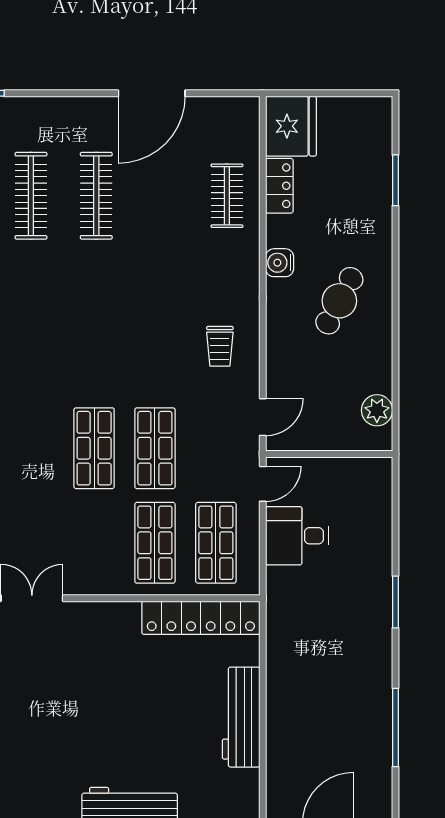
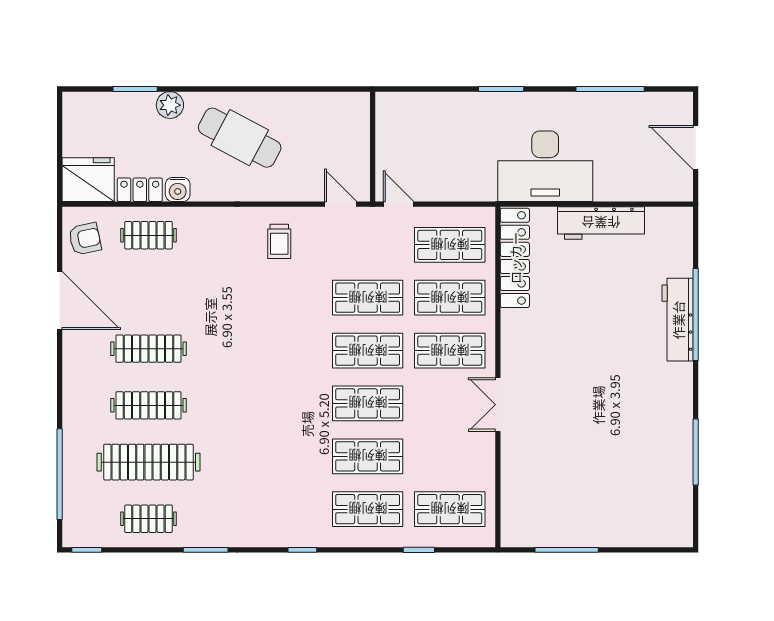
armchair: (223, 122) -> (85, 239), added
water cooler: (280, 263) -> (178, 190), moved
cafe table: (339, 301) -> (240, 138), width x1.37, depth x1.35
trolley: (220, 346) -> (279, 241), turned 90
plant: (377, 410) -> (170, 105), moved
shop shelf: (33, 448) -> (368, 403), added
desk: (297, 536) -> (545, 166), moved, width x1.87, depth x1.30
shop shelf: (94, 543) -> (450, 351), added

